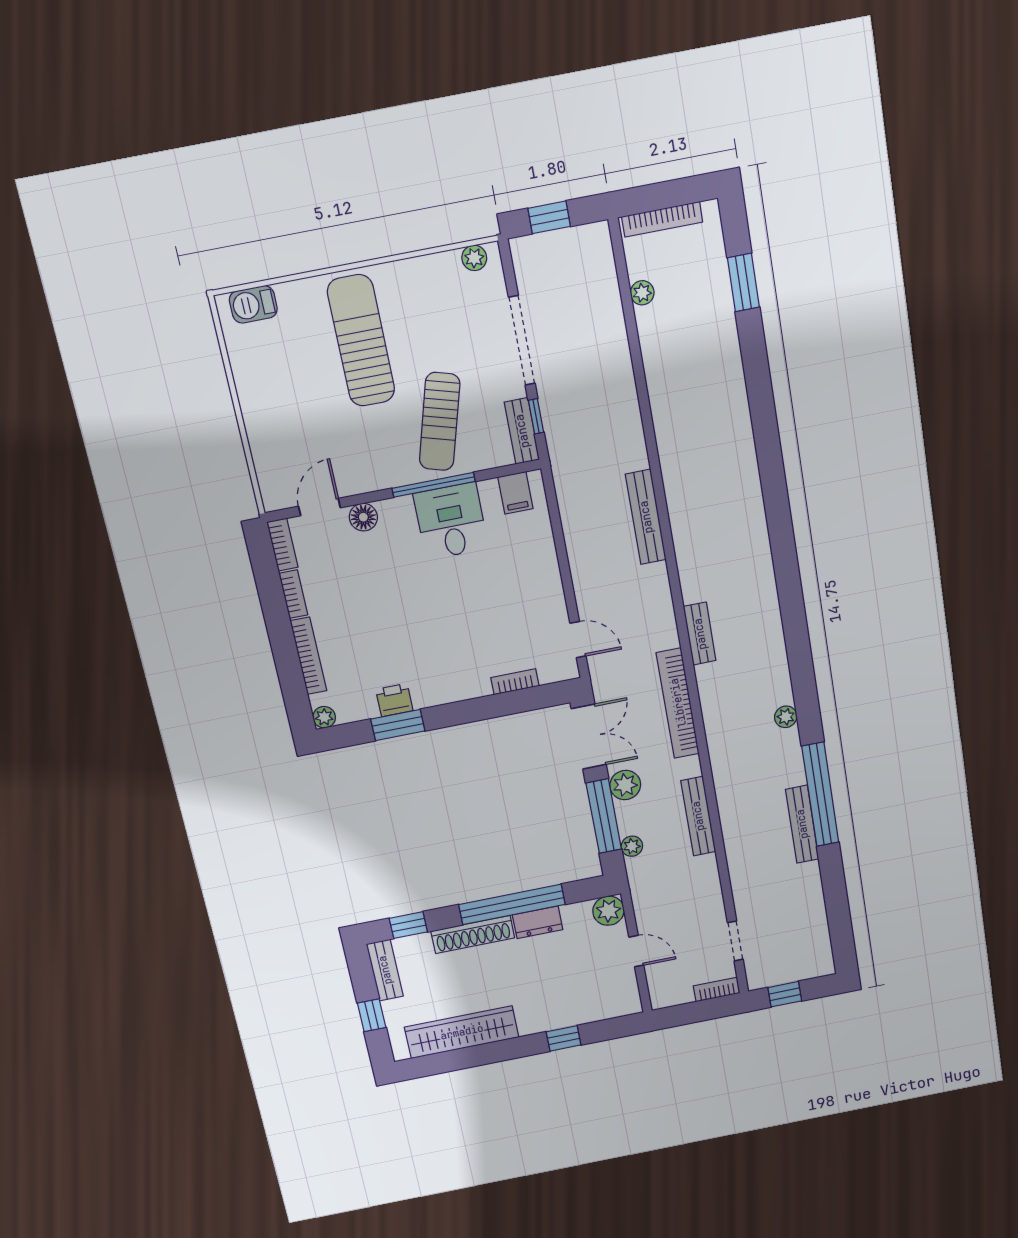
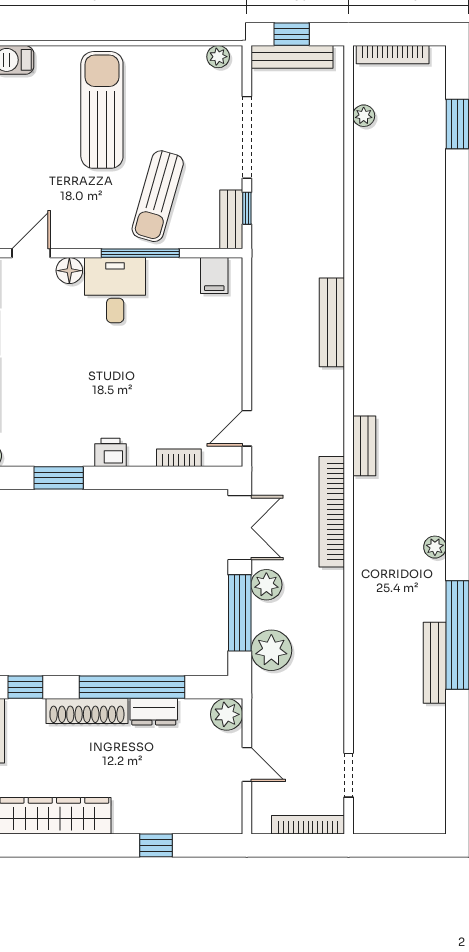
desk: (451, 521) -> (115, 290), moved
door: (578, 640) -> (247, 428), swing flipped
printer: (394, 700) -> (111, 452), moved
bench: (698, 816) -> (292, 57), moved, turned 90
plant: (632, 846) -> (271, 650), width x1.88, depth x1.88
bookcase: (717, 989) -> (308, 825), width x1.56
window: (785, 994) -> (390, 845), removed

